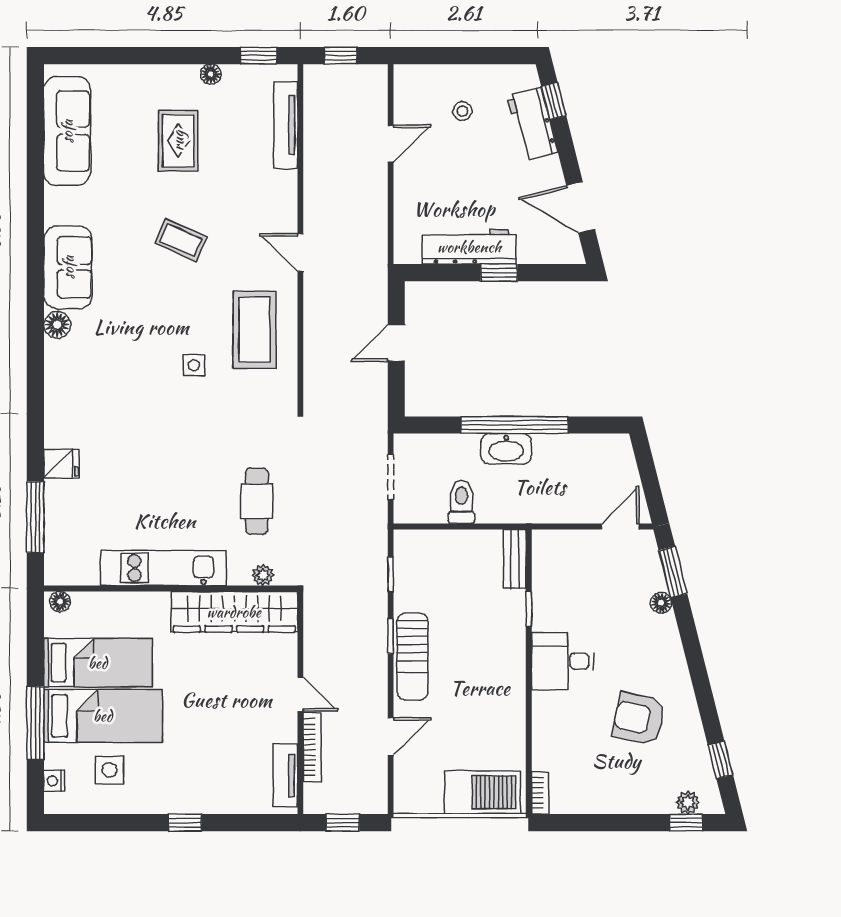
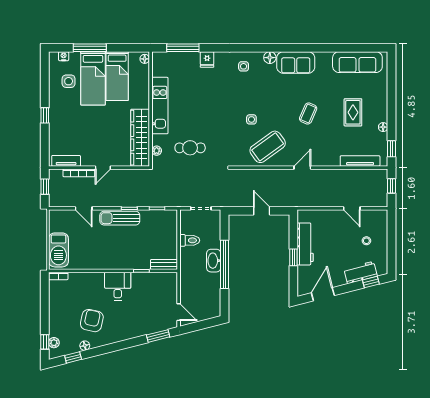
rug: (178, 141) -> (353, 112), turned 90
coffee table: (255, 330) -> (268, 147), turned -36
side table: (77, 383) -> (244, 66), added
floor lamp: (661, 603) -> (85, 346), moved

